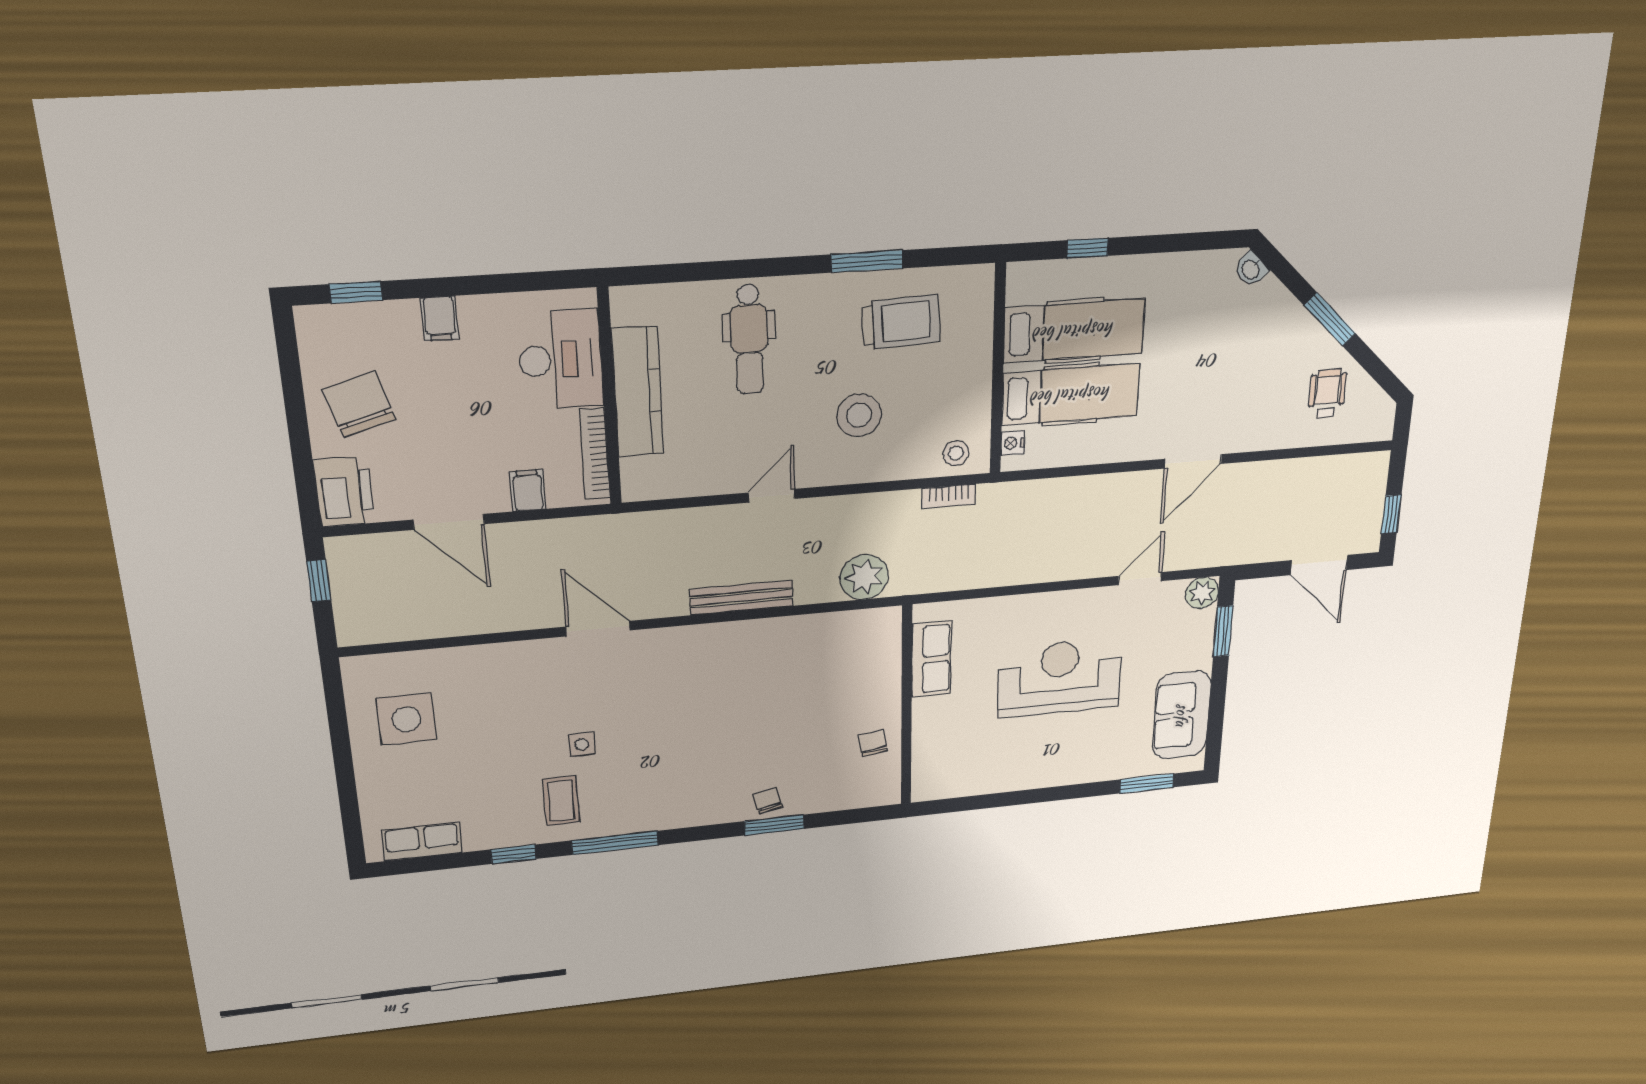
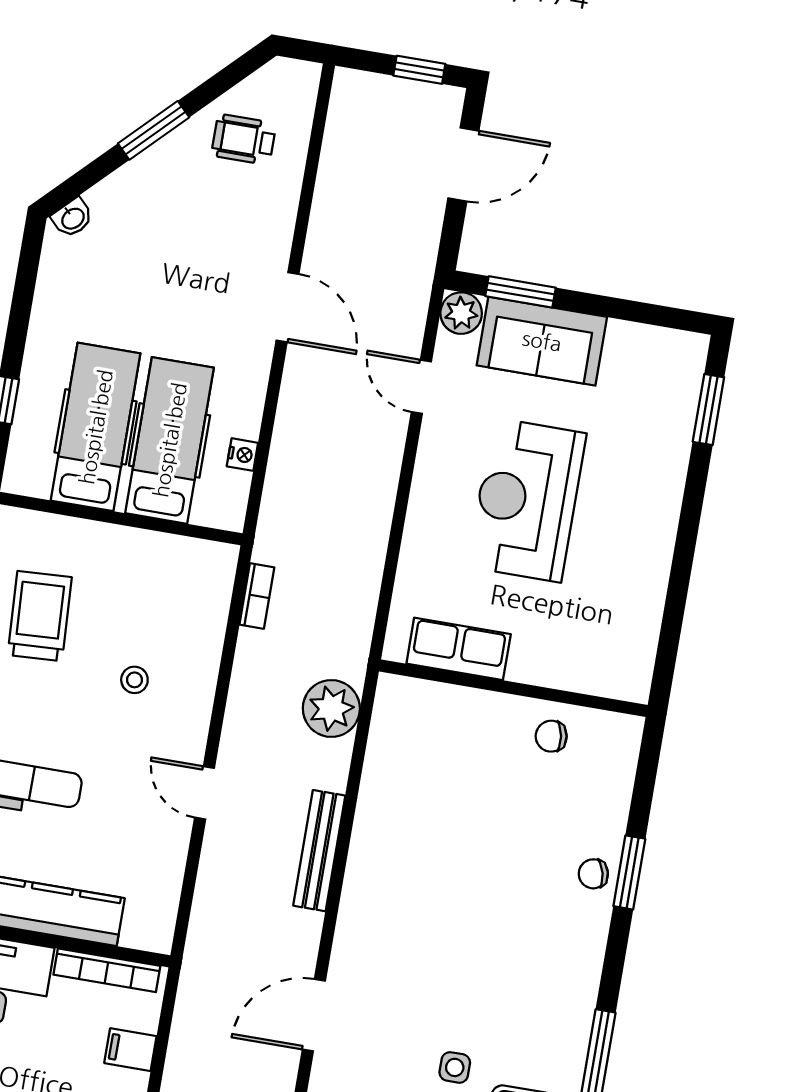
stool: (859, 415) -> (134, 680), width x0.53, depth x0.53
nightstand: (1013, 443) -> (242, 455), moved, turned -90
stool: (956, 453) -> (207, 580), removed
sofa: (1182, 715) -> (542, 341), moved

